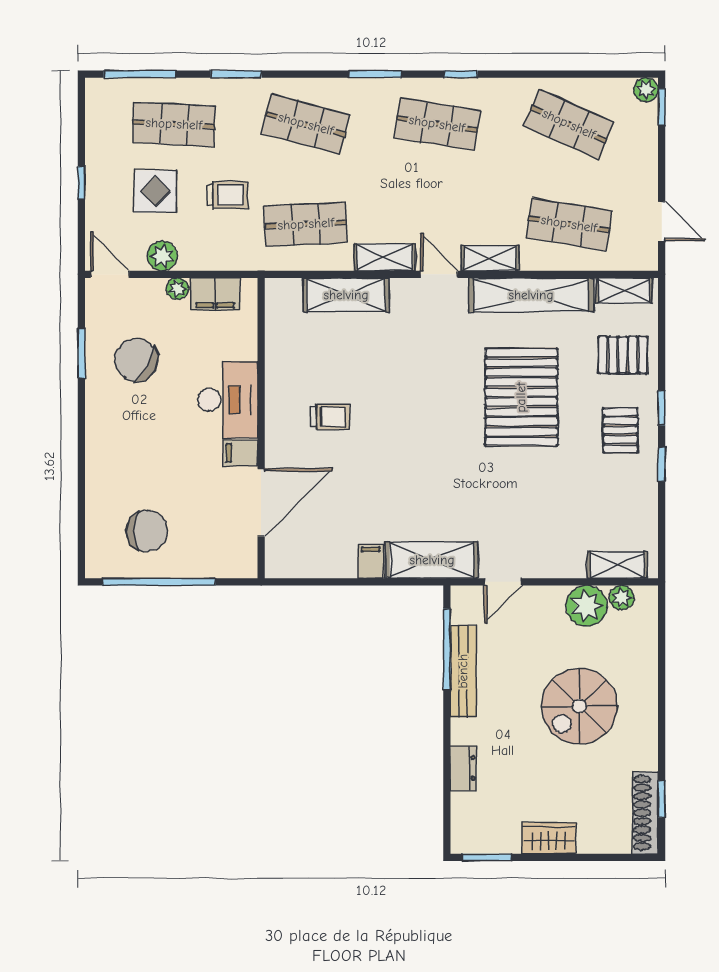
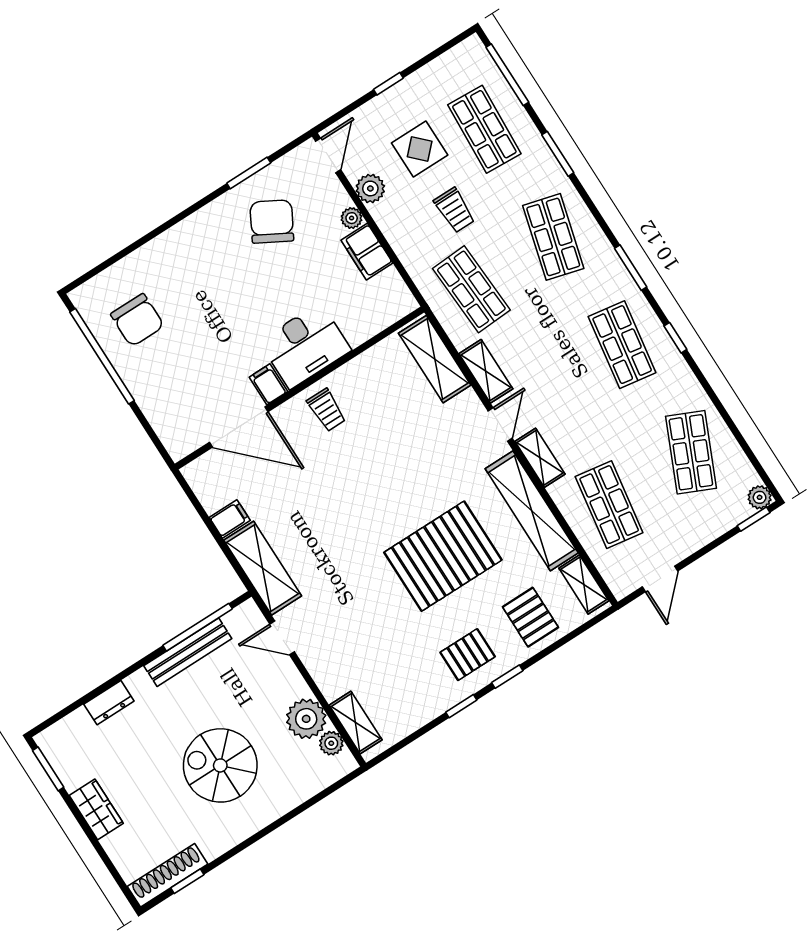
desk: (228, 400) -> (305, 346), moved
wall: (261, 428) -> (300, 388), moved
filing cabinet: (241, 453) -> (268, 384), moved
door: (261, 502) -> (239, 427), moved

